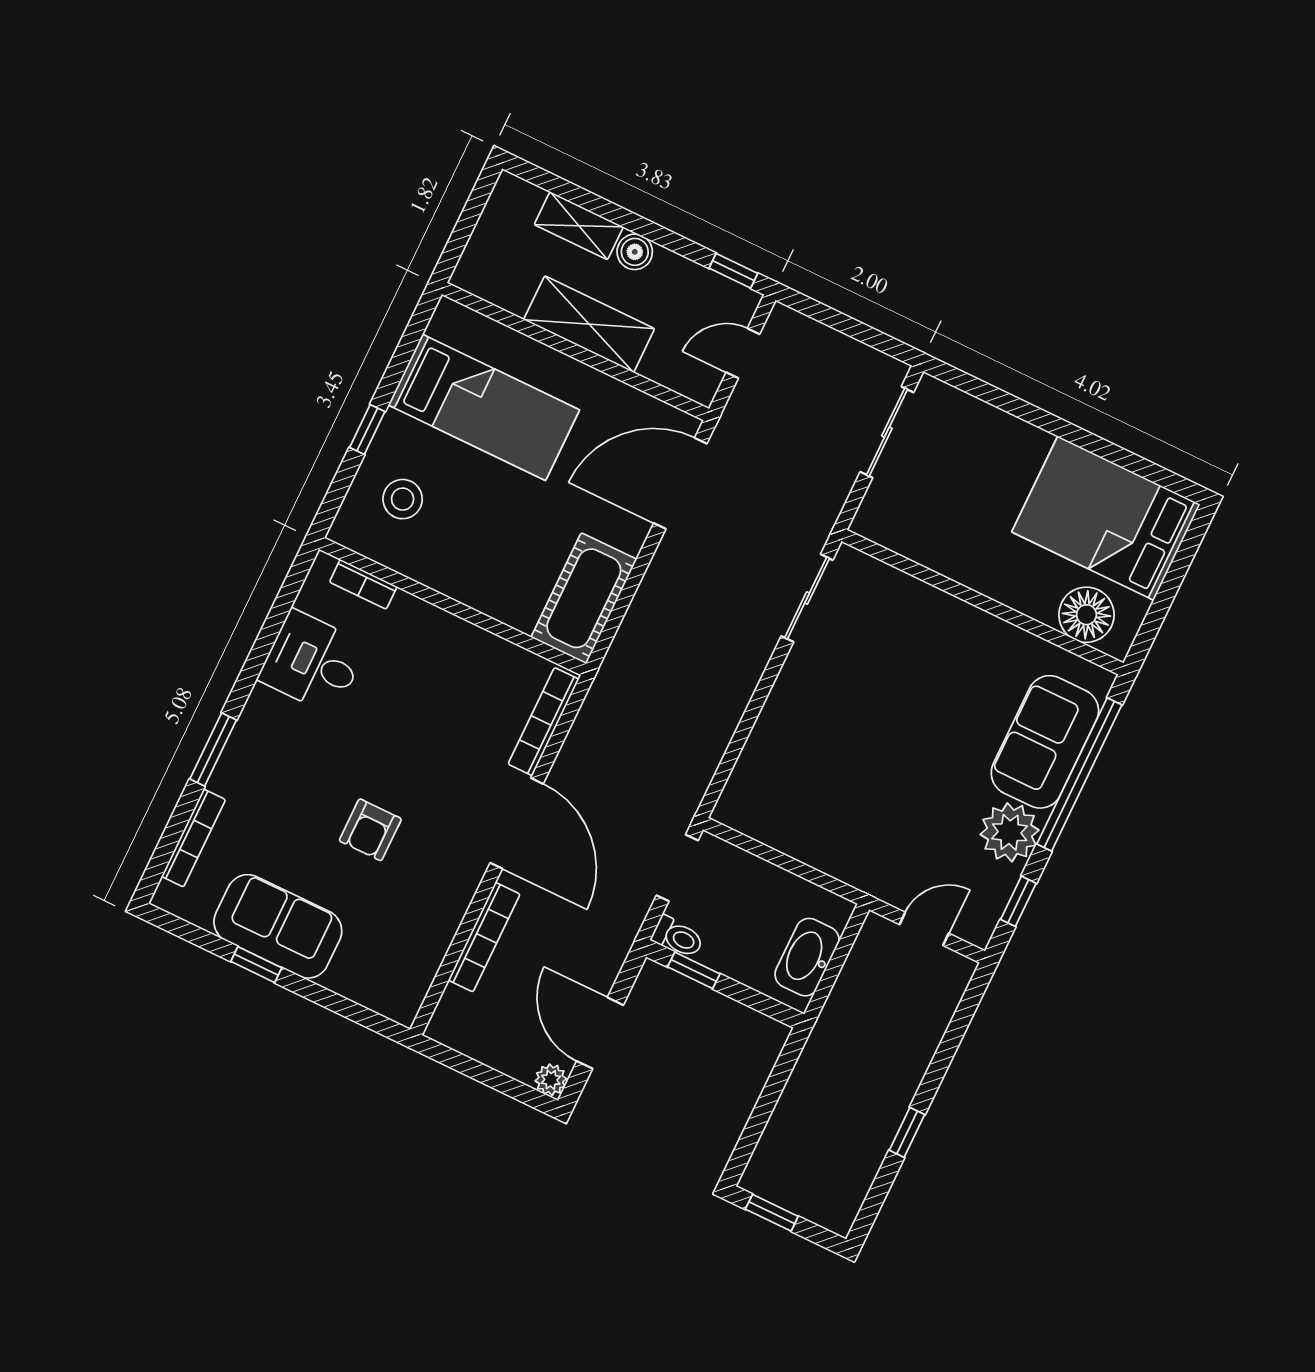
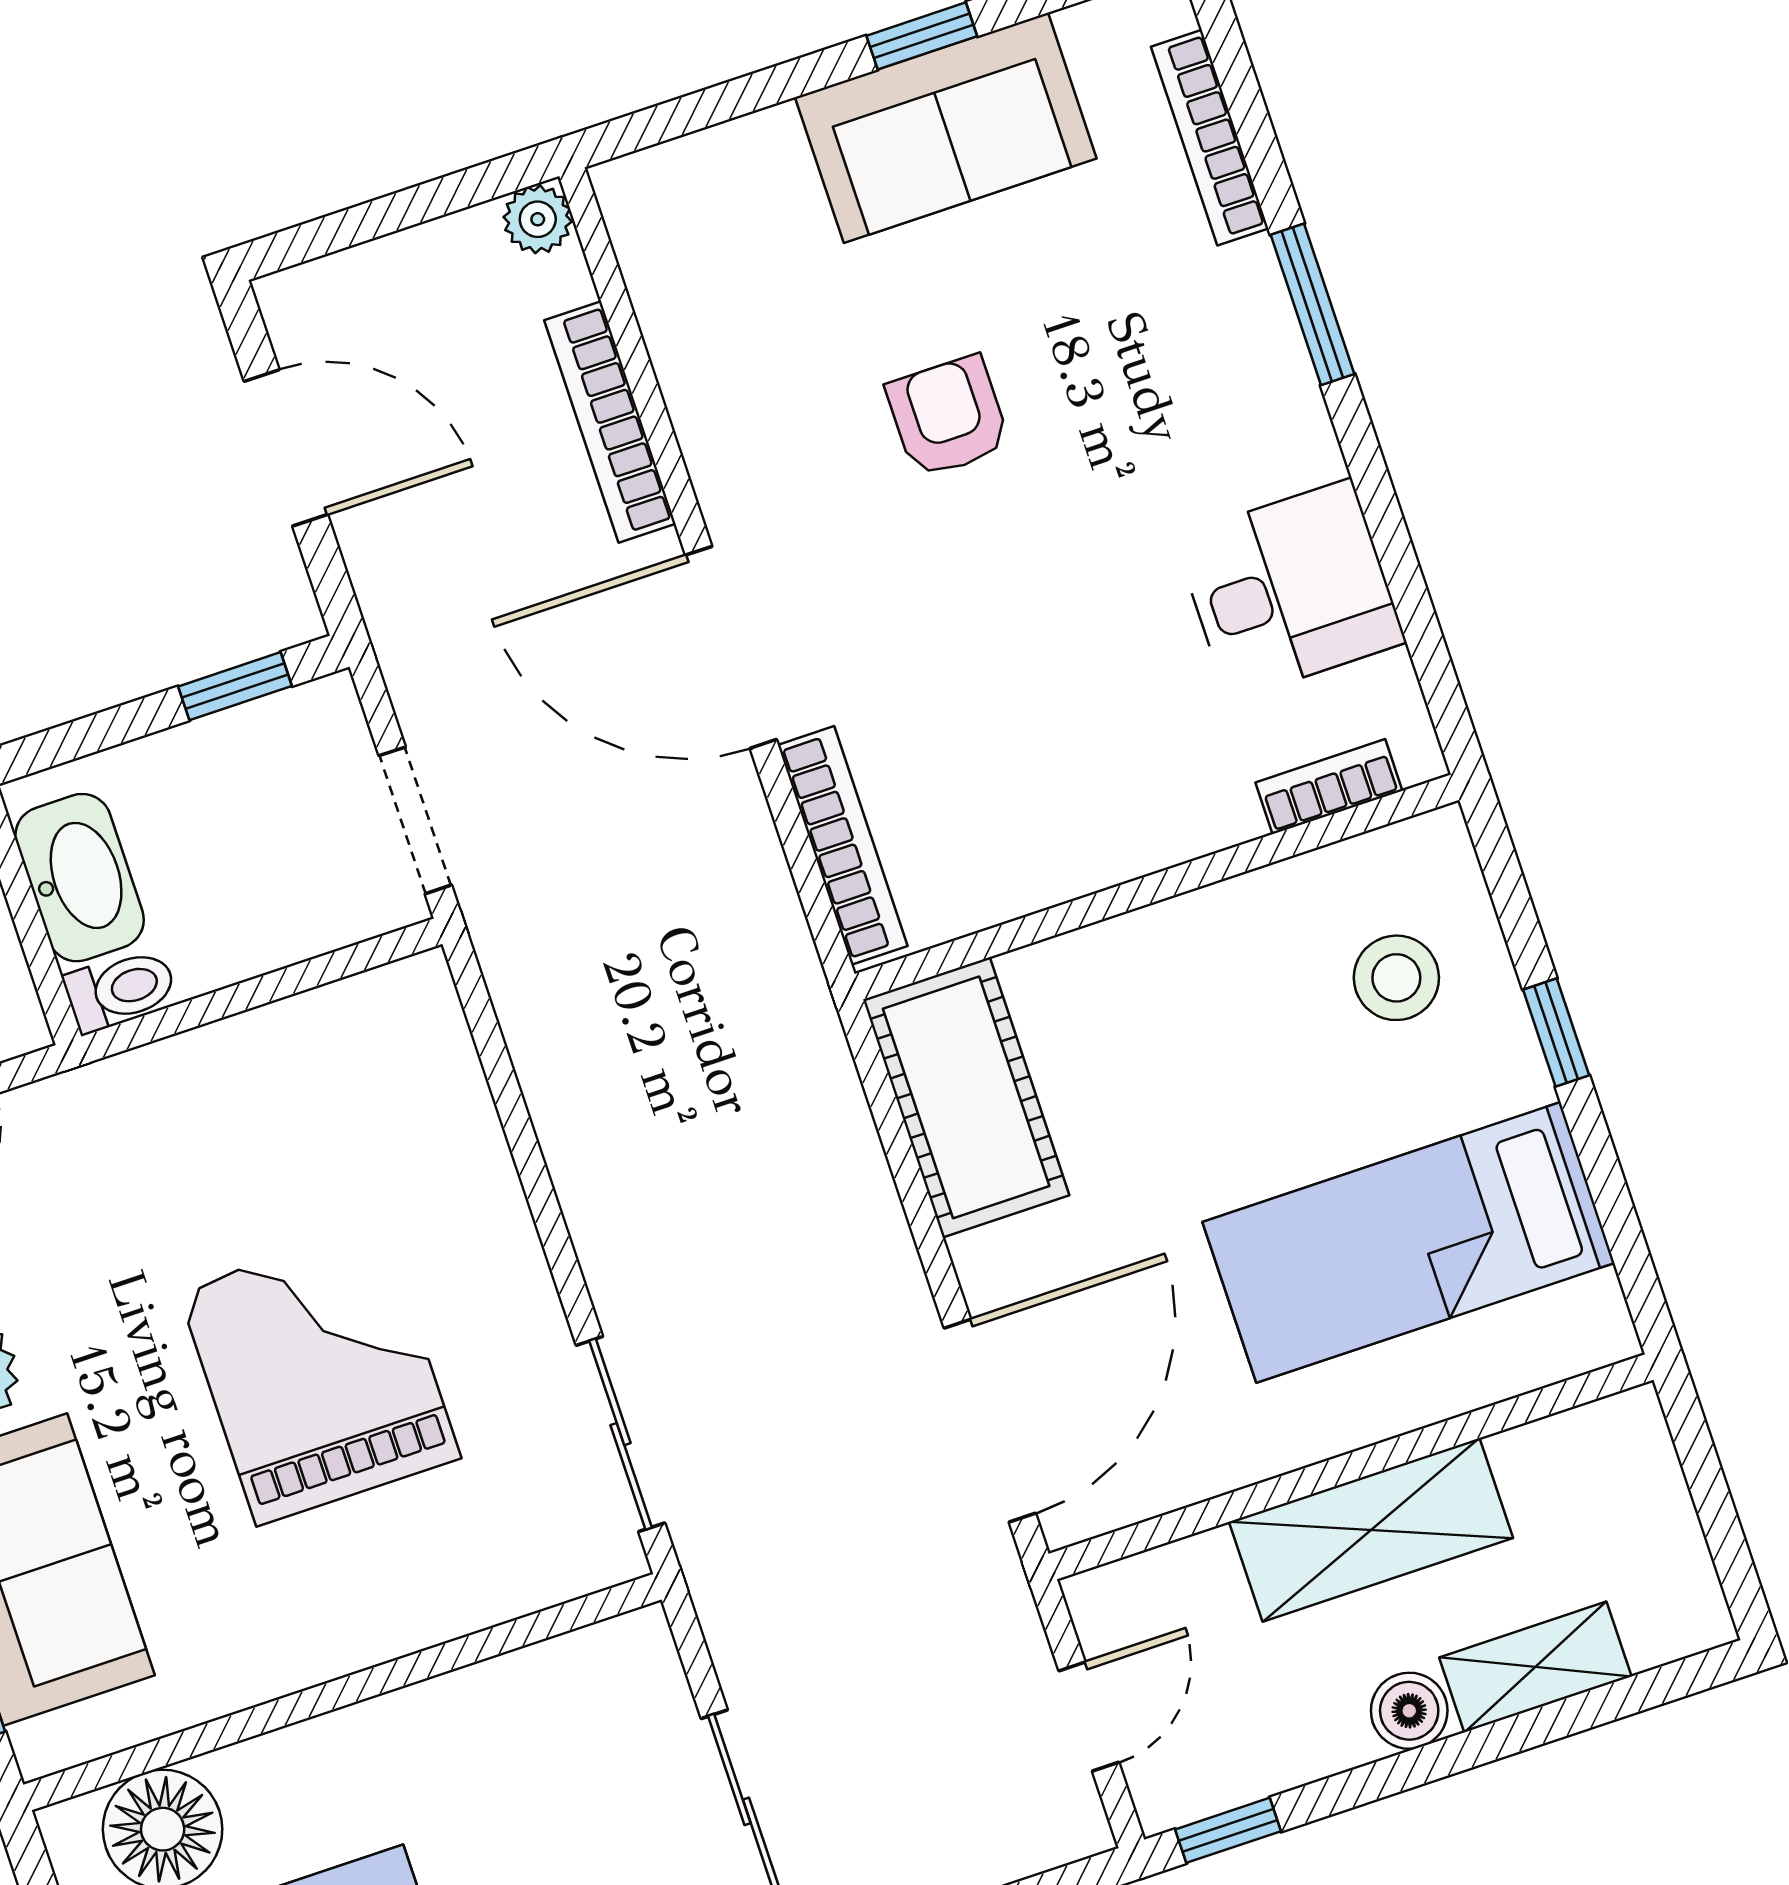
grand piano: (888, 715) -> (319, 1374), added
toilet: (678, 937) -> (120, 990), moved, turned 180
plant: (551, 1080) -> (538, 219), moved

